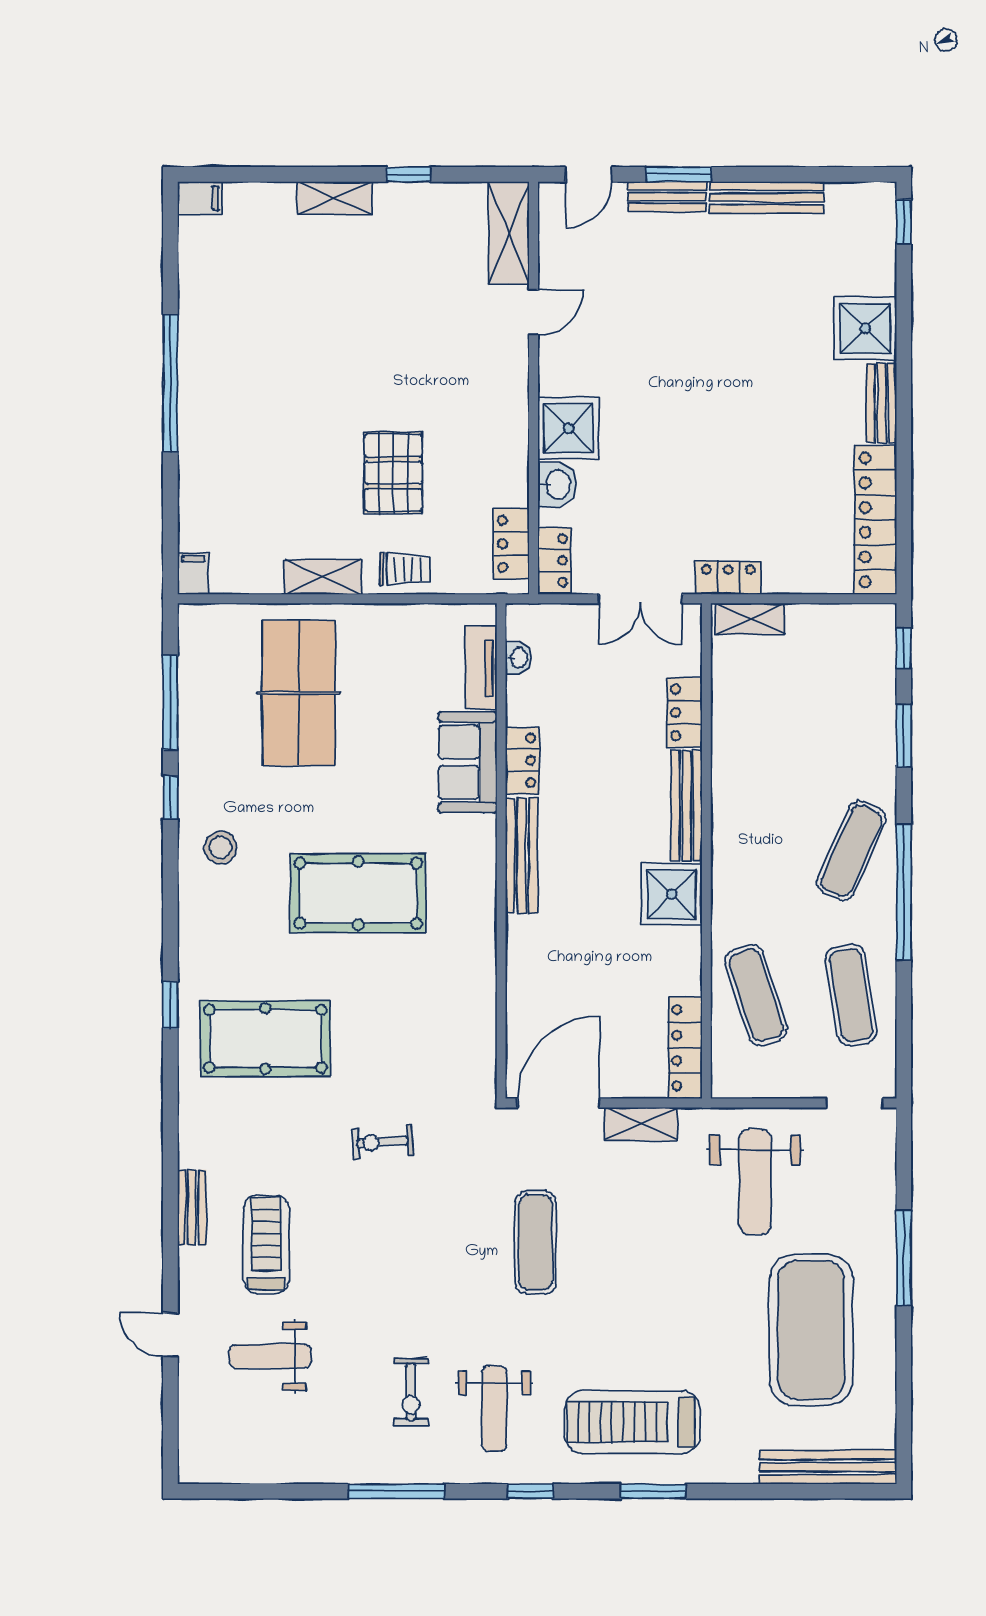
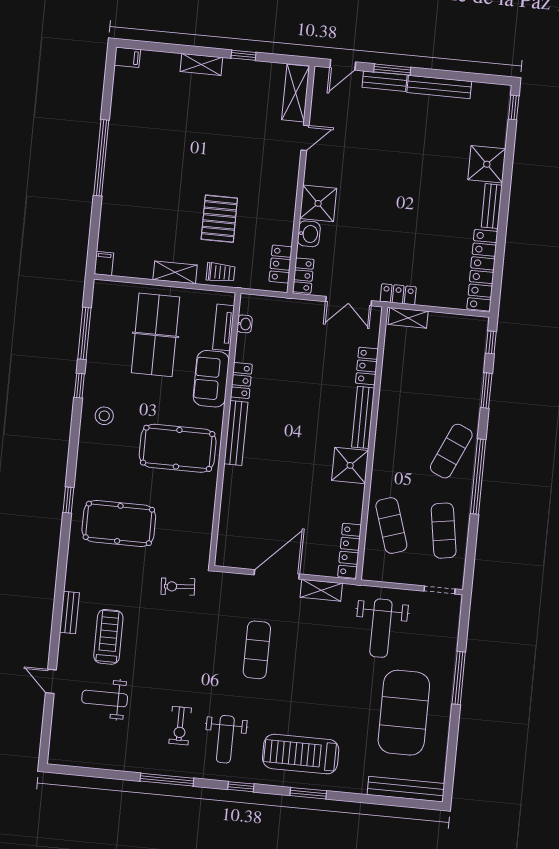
washbasin: (518, 658) -> (245, 324), moved
tv unit: (481, 668) -> (224, 327), moved
locker: (522, 760) -> (241, 381), moved
sofa: (468, 762) -> (211, 379), moved
wall: (501, 851) -> (225, 429), moved
bench: (522, 856) -> (236, 433), moved

